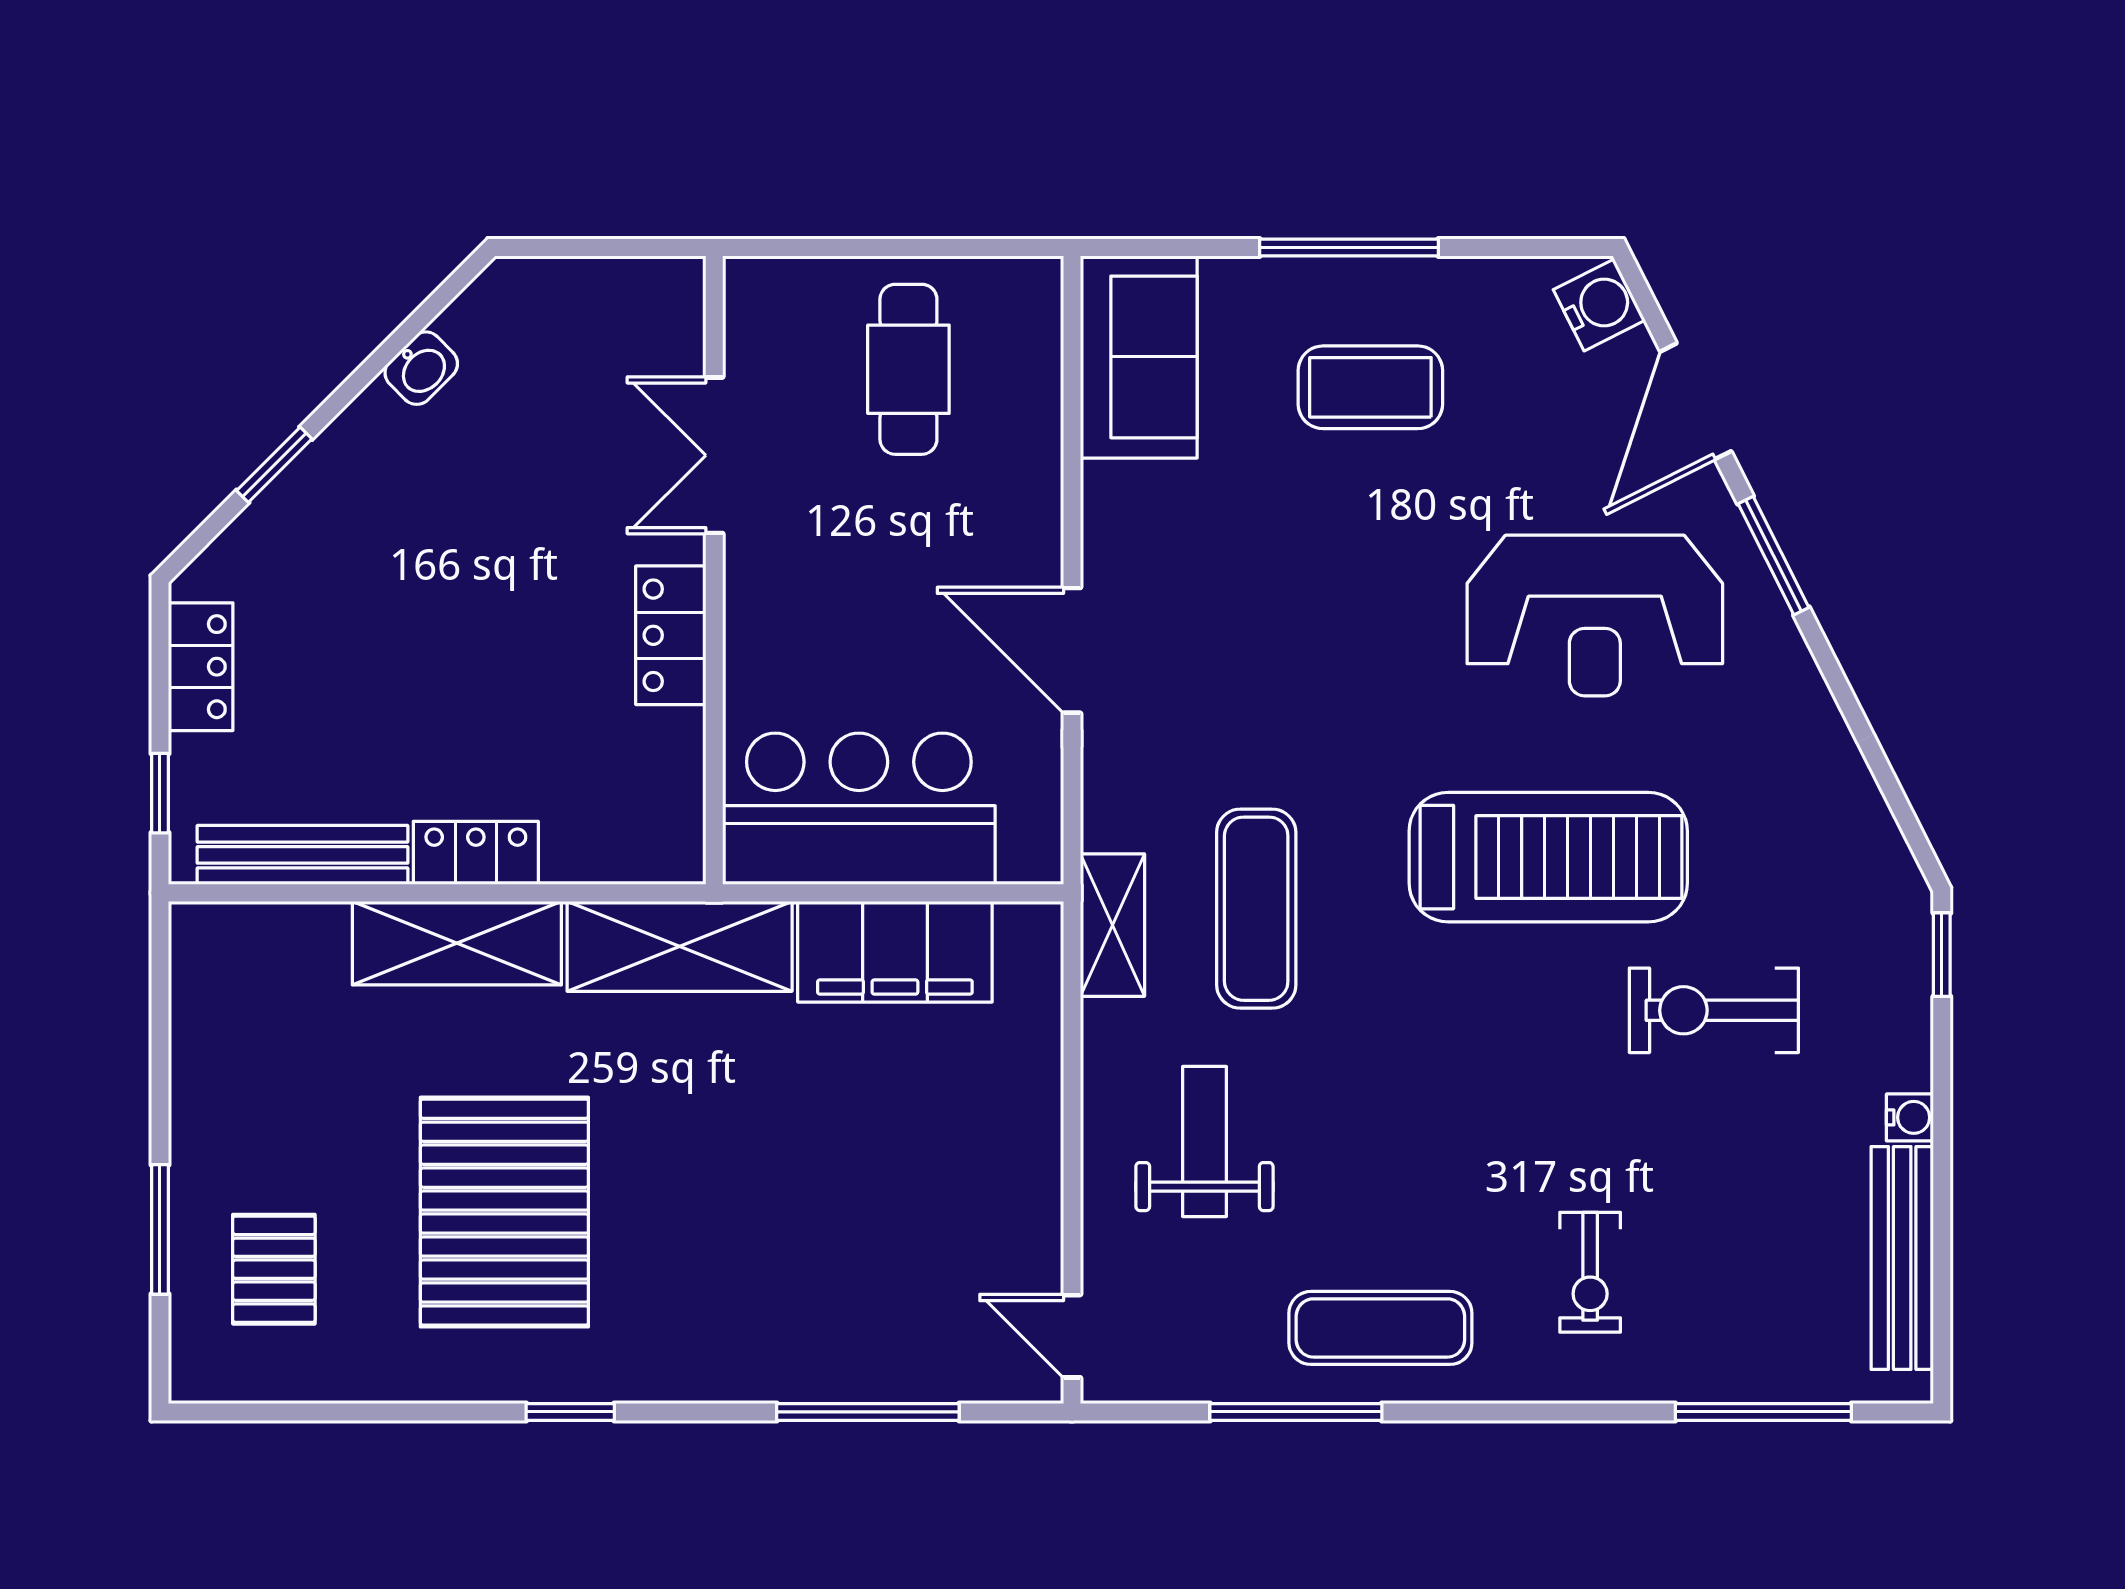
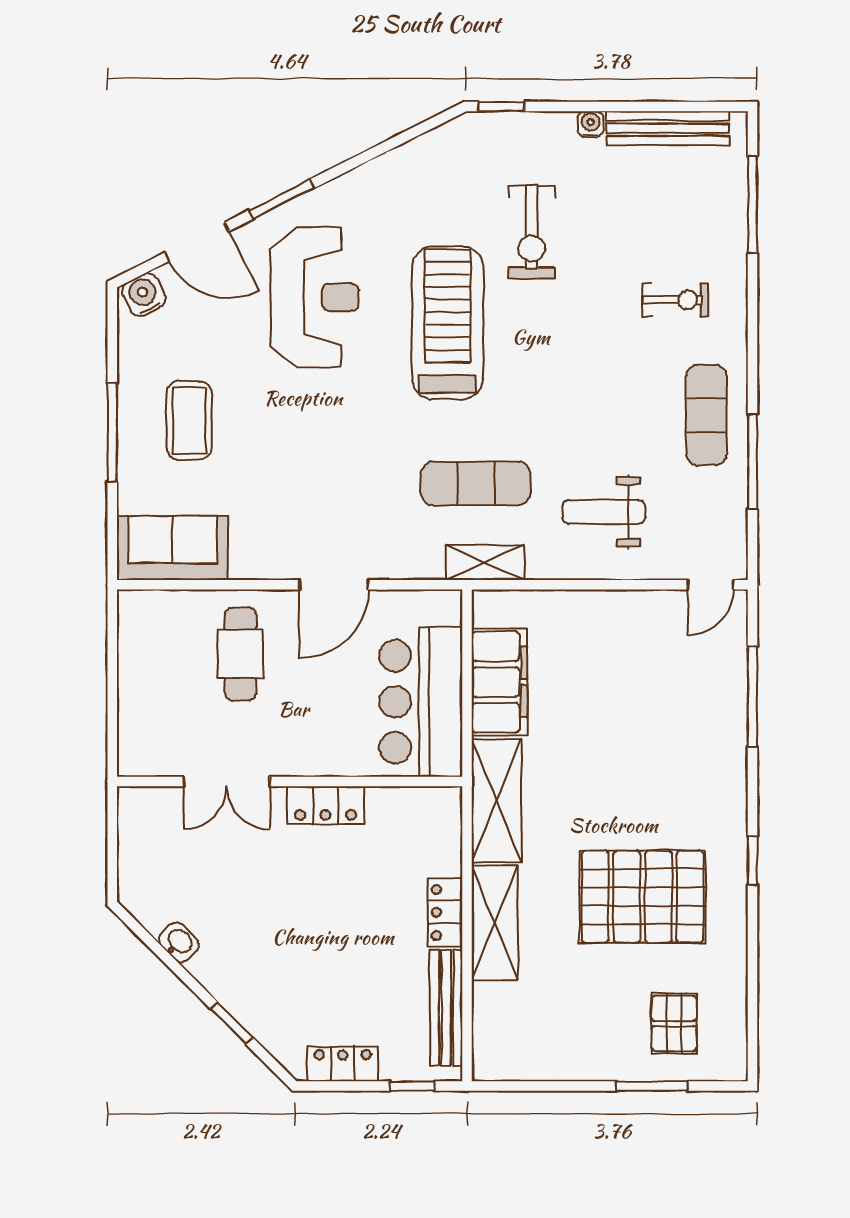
cafe table: (908, 369) -> (240, 654), moved, turned 90
pallet: (274, 1269) -> (674, 1023), turned 90

